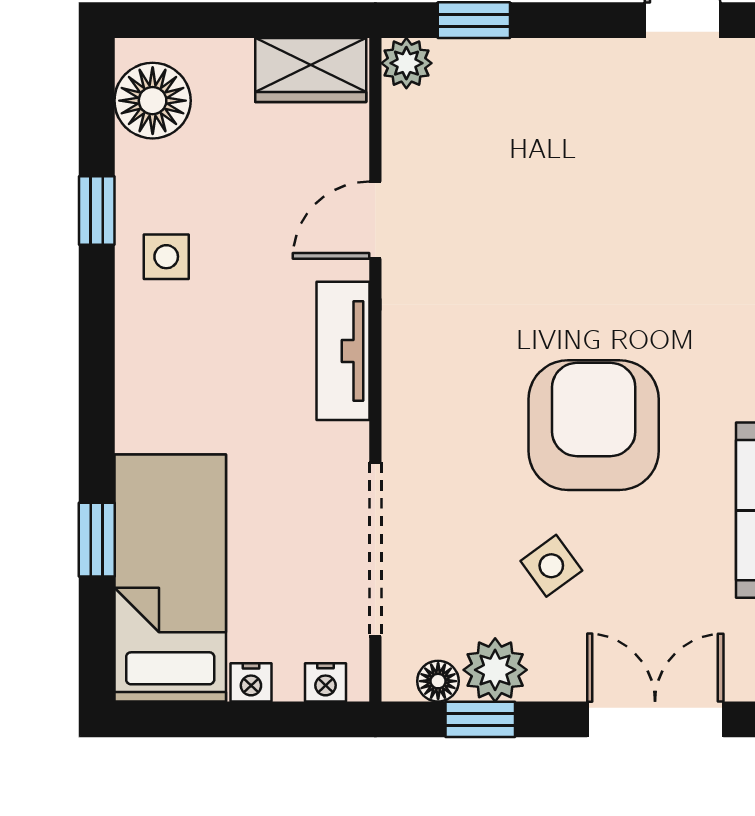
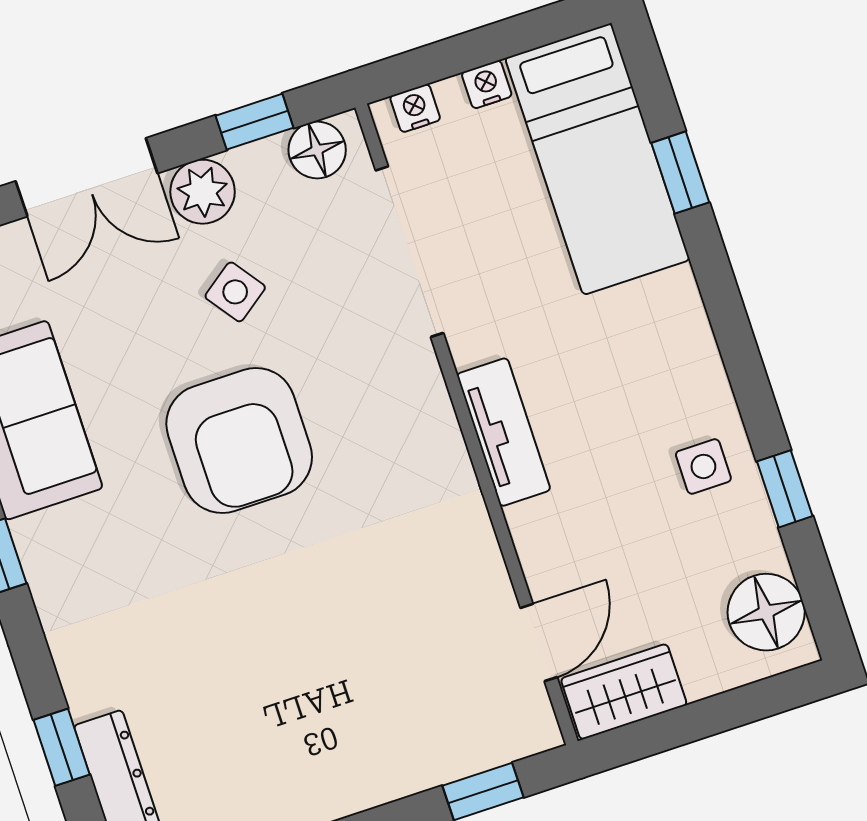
plant: (406, 63) -> (534, 729), removed
door: (375, 220) -> (539, 643), moved
plant: (495, 670) -> (203, 192), moved
floor lamp: (438, 681) -> (317, 150), width x1.37, depth x1.37

